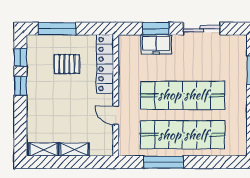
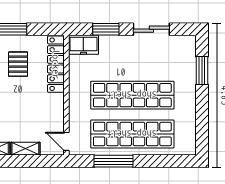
freezer: (156, 44) -> (83, 45), moved
pallet: (67, 64) -> (18, 64), turned 90
door: (116, 115) -> (66, 141), moved

